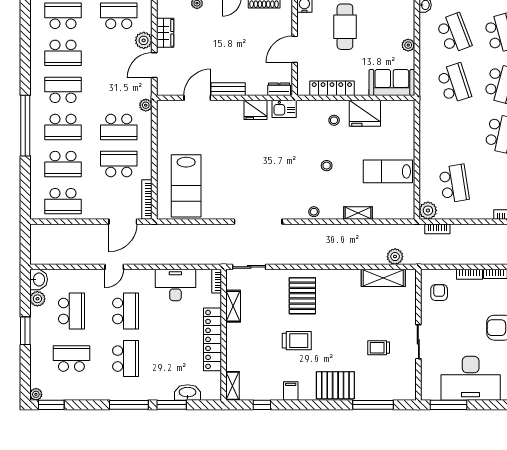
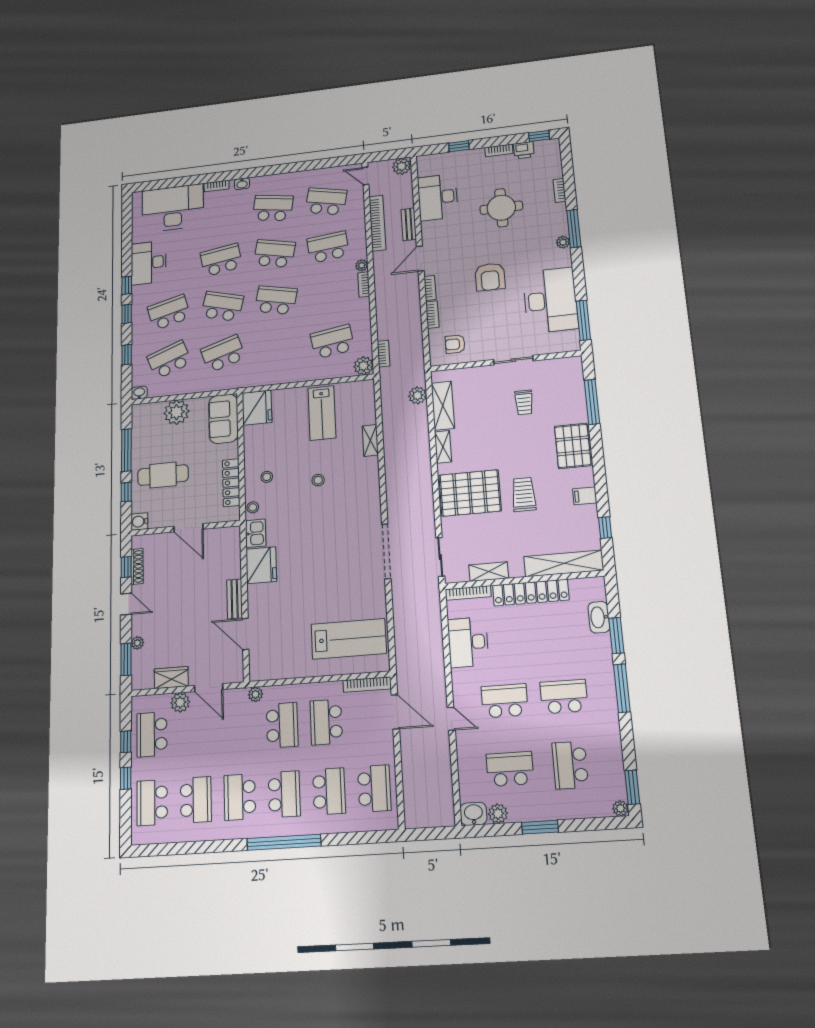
plant: (408, 45) -> (177, 412), width x1.88, depth x1.88
dresser: (279, 89) -> (233, 541), removed
fridge: (256, 110) -> (261, 565), width x1.36, depth x1.34
fridge: (365, 113) -> (257, 408), moved
stool: (314, 212) -> (253, 507), moved
shelving: (346, 276) -> (443, 447), added
bookcase: (217, 281) -> (468, 593), width x1.56
pallet: (302, 296) -> (470, 493), width x1.37, depth x1.41
shelving: (232, 386) -> (564, 563), width x2.20, depth x1.33

